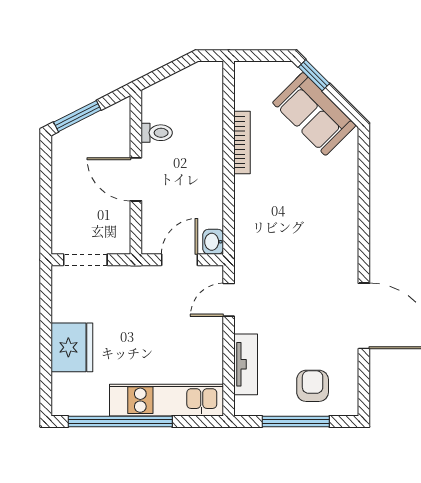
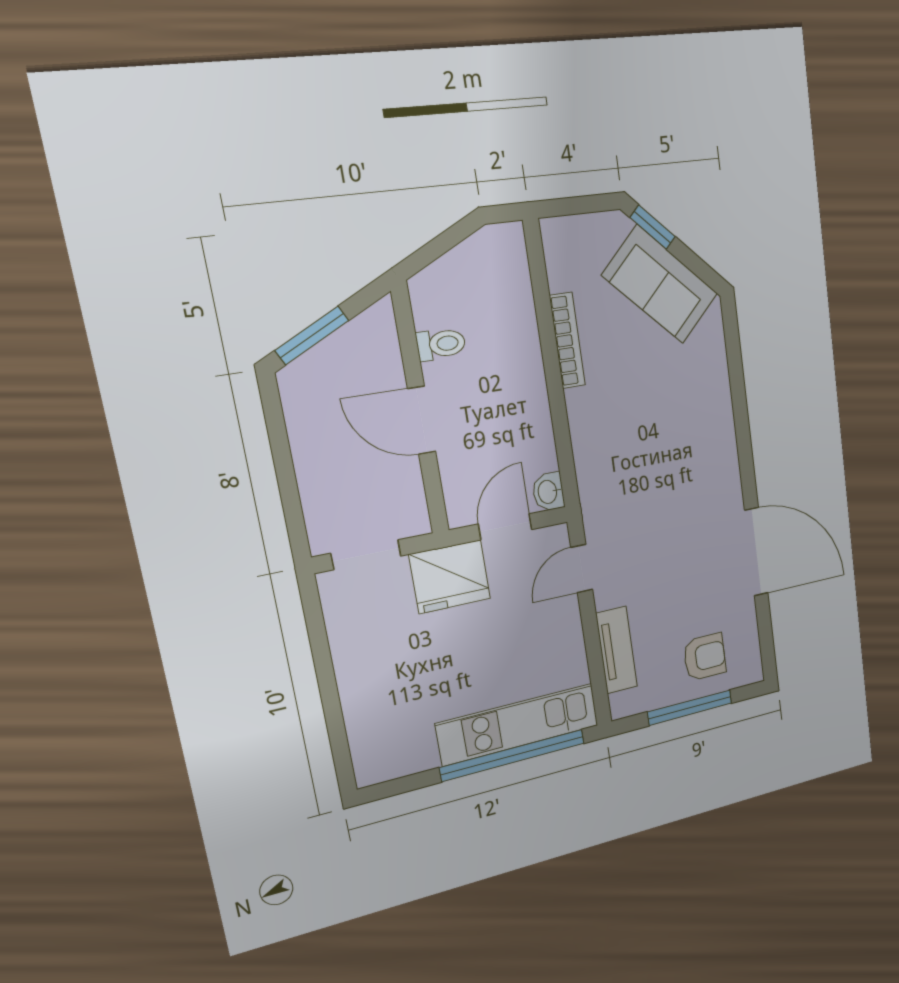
fridge: (72, 347) -> (450, 577), moved, turned 90
armchair: (313, 386) -> (705, 657), turned 90
window: (120, 422) -> (513, 755), moved

